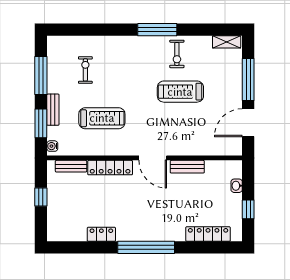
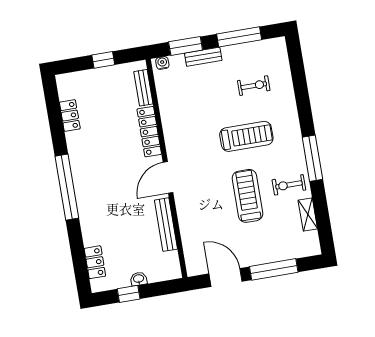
shelving: (227, 42) -> (308, 215), moved
treadmill: (102, 118) -> (246, 136), moved, turned -90
bench: (187, 167) -> (166, 225), width x1.36
washbasin: (237, 186) -> (139, 279), moved
locker: (101, 234) -> (70, 116), moved
locker: (208, 234) -> (95, 262), width x0.66

